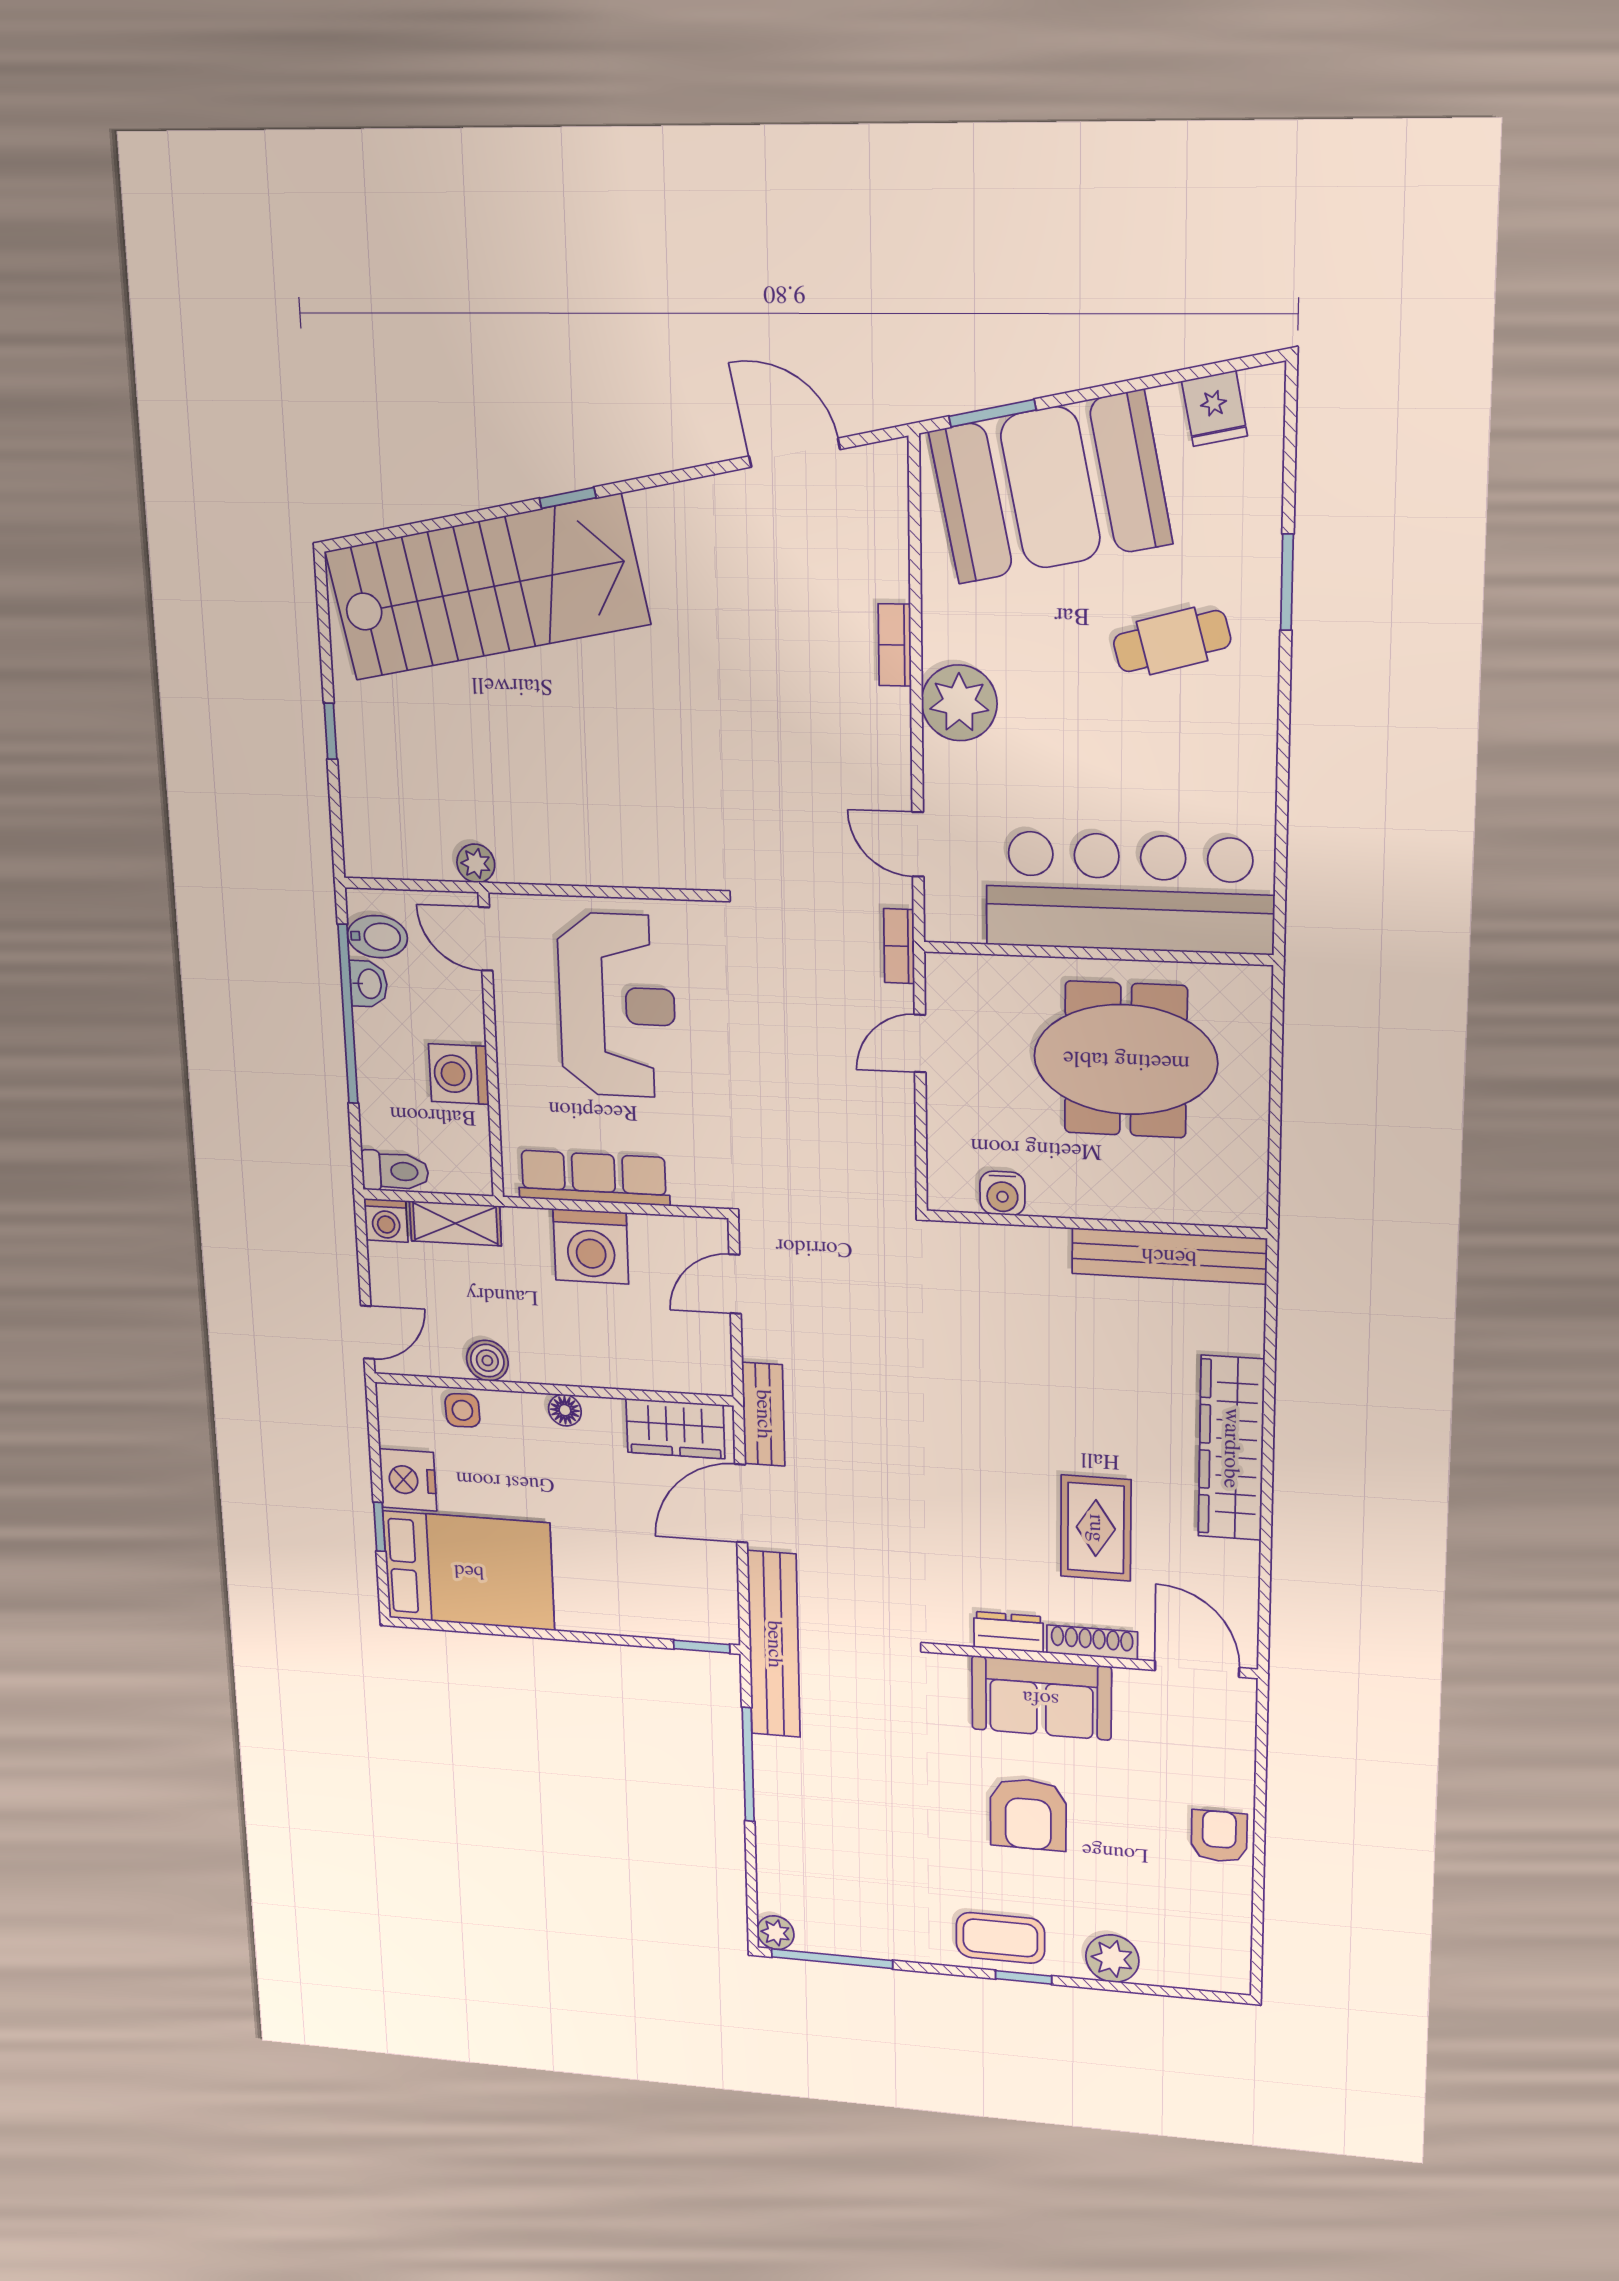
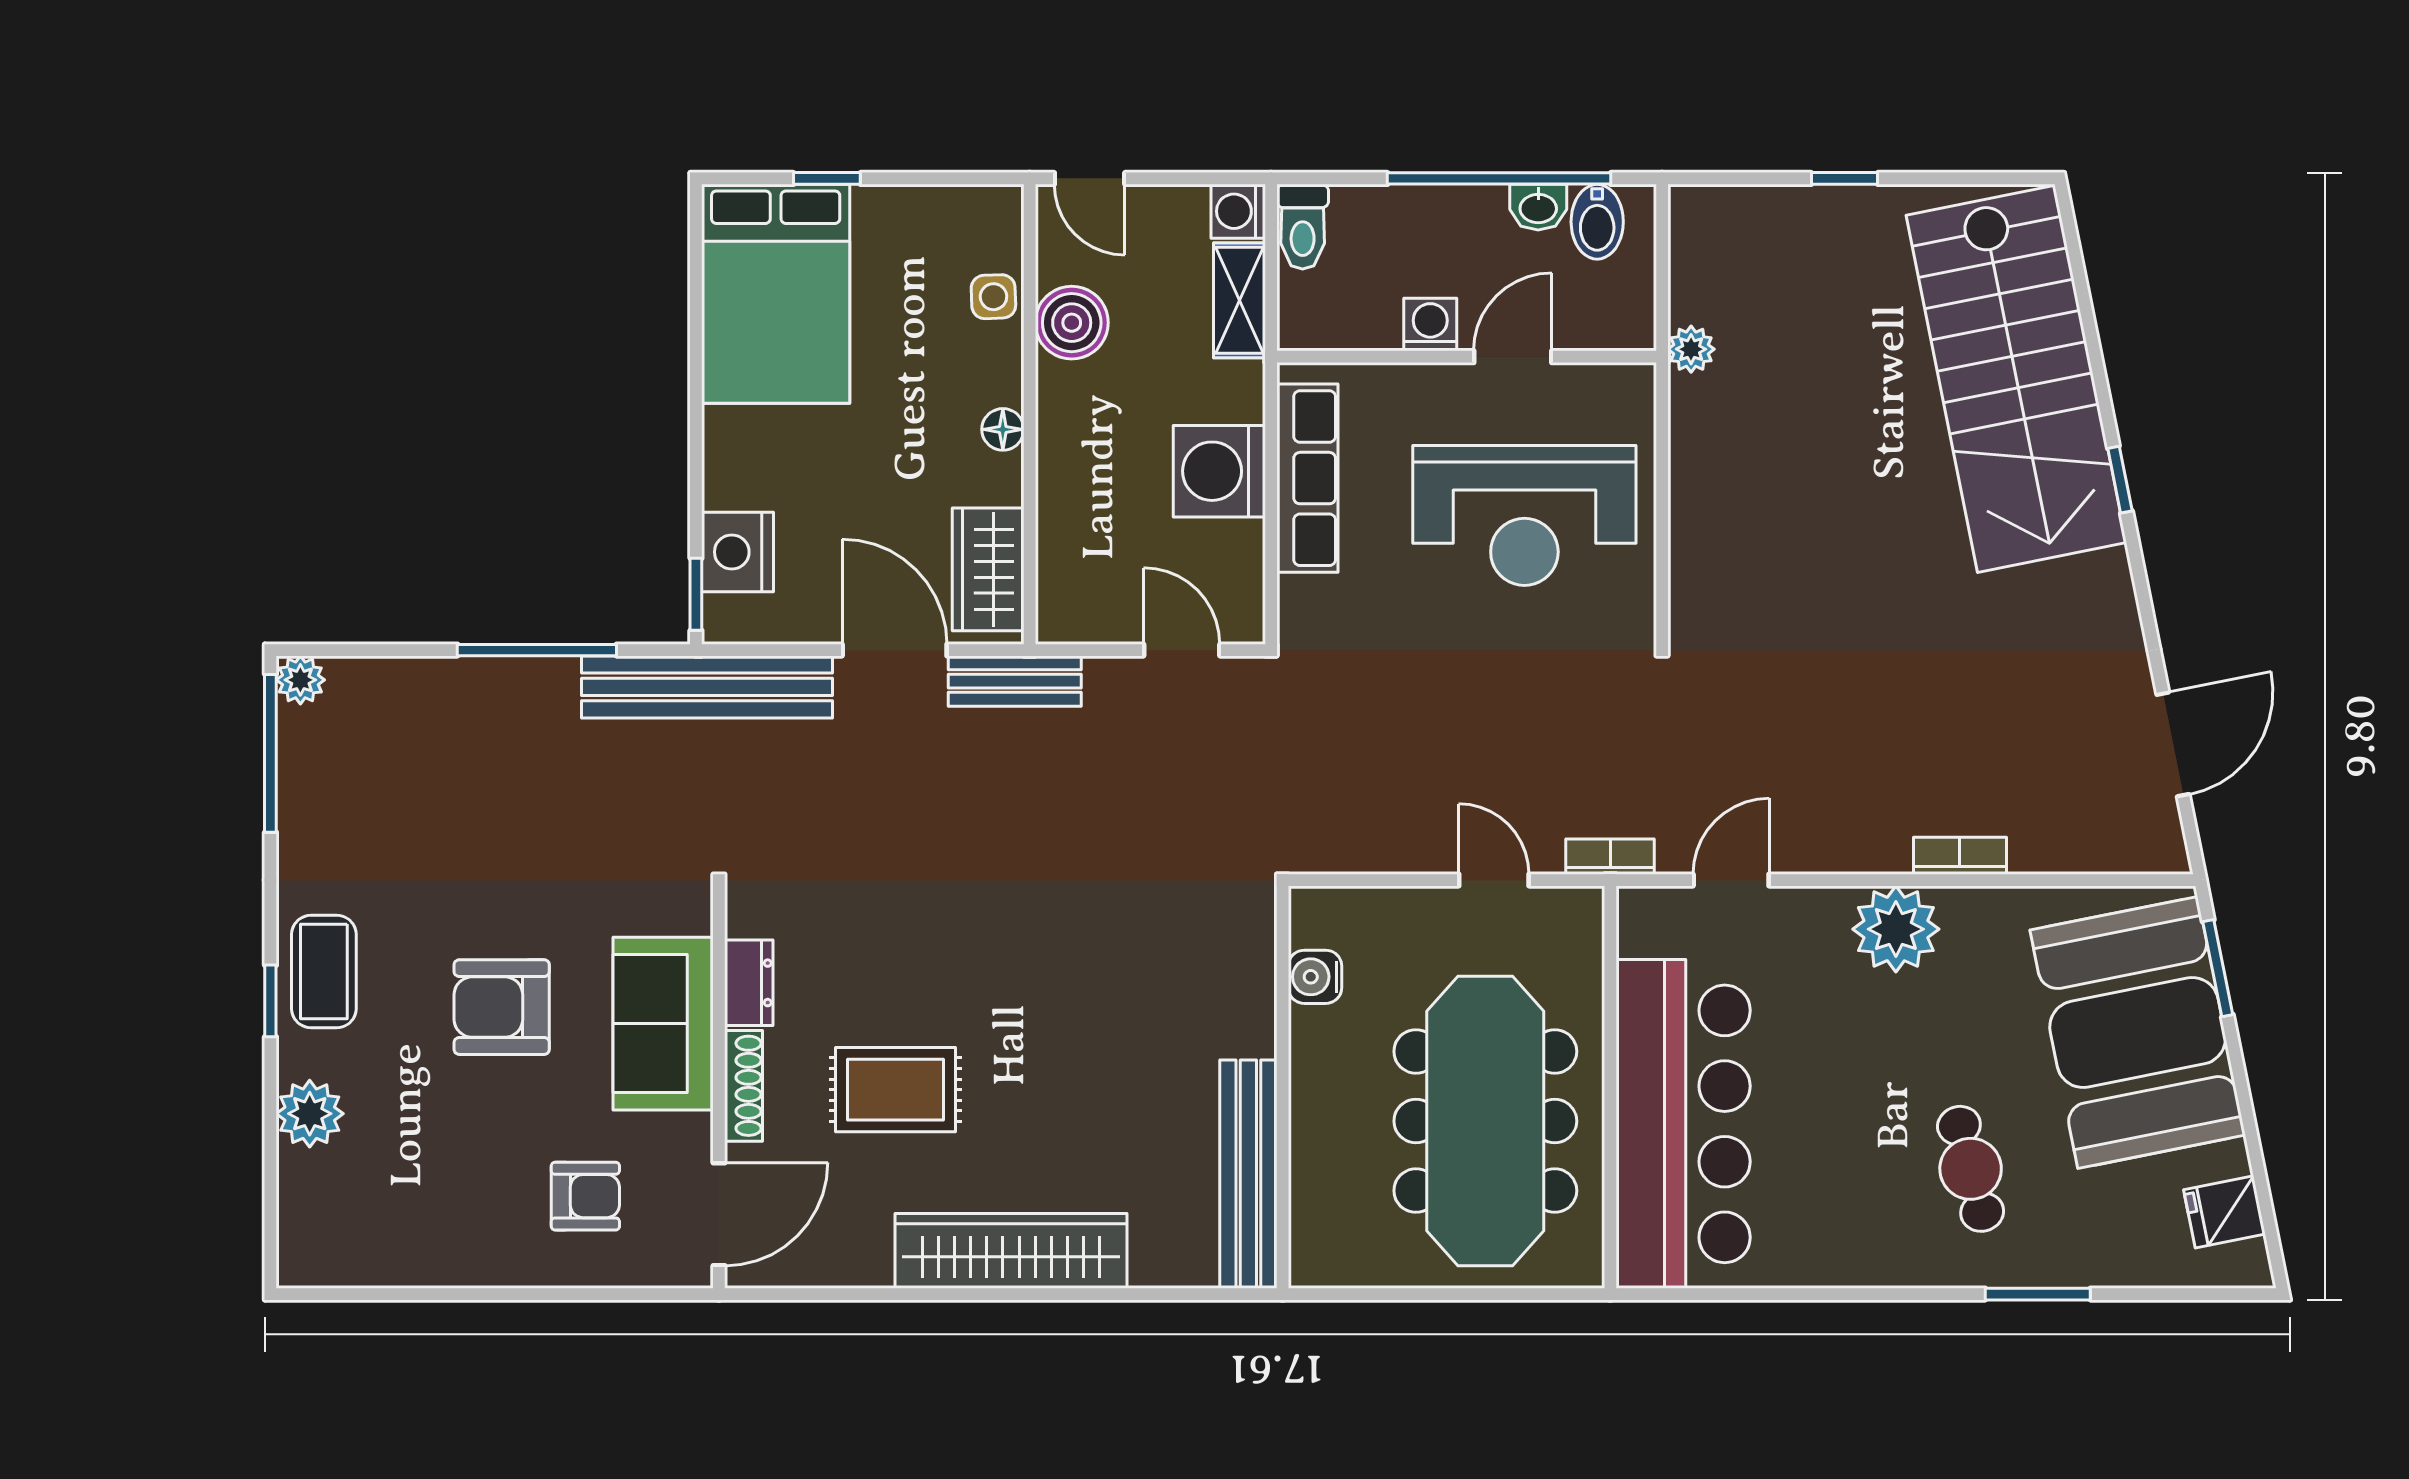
door: (486, 939) -> (1513, 357), moved
meeting table: (1126, 1060) -> (1485, 1121), width x1.36
washing machine: (459, 1074) -> (1430, 325), width x0.73, depth x0.73
boiler: (487, 1361) -> (1072, 323), width x1.36, depth x1.36
nightstand: (408, 1480) -> (738, 552), moved, turned -90
armchair: (1219, 1836) -> (585, 1196), moved

